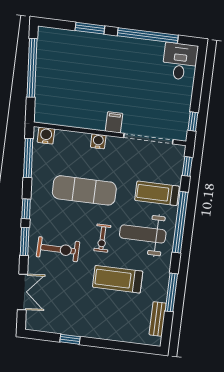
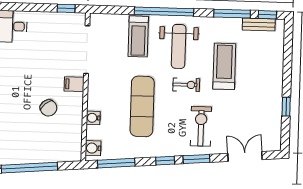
chair: (92, 93) -> (48, 108), added
water cooler: (98, 141) -> (93, 118), moved
window: (187, 166) -> (267, 15), moved
treadmill: (118, 279) -> (224, 66), turned 180

